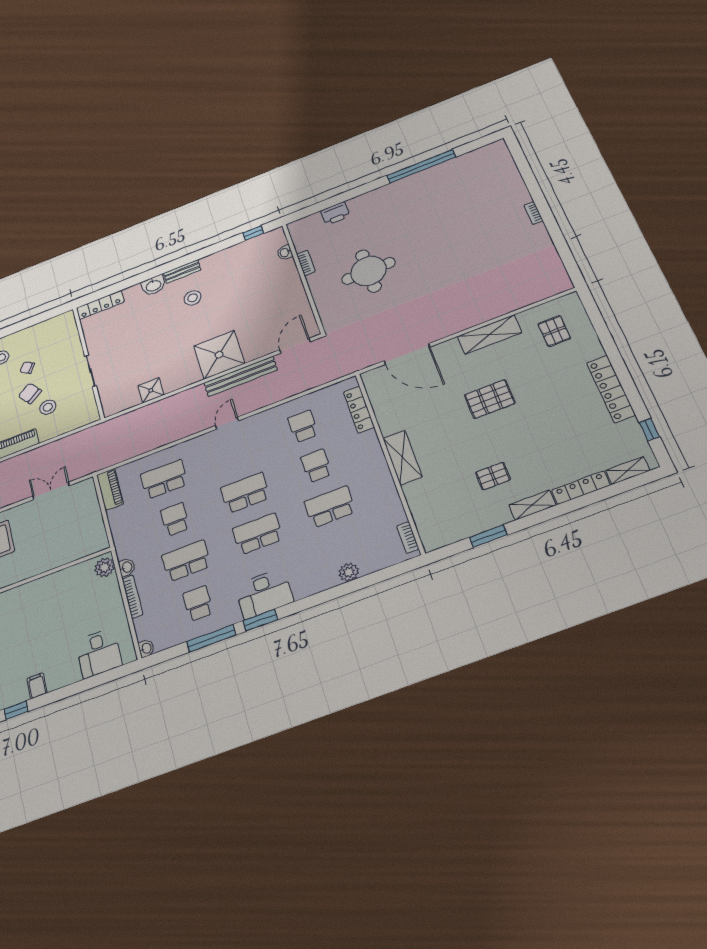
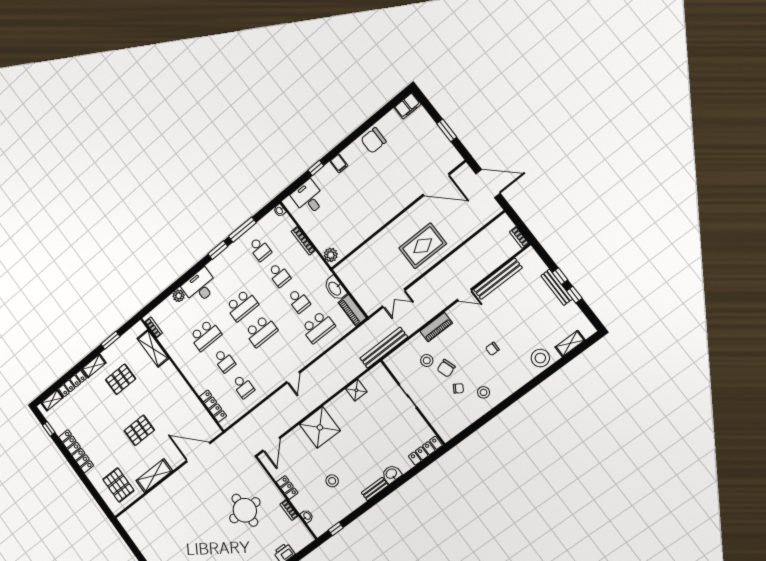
locker: (296, 290) -> (287, 488), added
stool: (193, 298) -> (332, 481), moved
pallet: (554, 331) -> (118, 485), width x1.50, depth x1.42
bench: (241, 376) -> (384, 348), moved
chair: (30, 393) -> (446, 368), turned 107
shelving: (402, 458) -> (153, 348), moved
pallet: (493, 476) -> (121, 379), width x1.50, depth x1.42
school desk: (186, 561) -> (279, 275), width x0.54
washbasin: (127, 567) -> (335, 288), moved, width x1.91, depth x1.45
desk: (264, 593) -> (200, 286), moved
window: (16, 710) -> (316, 168), moved

